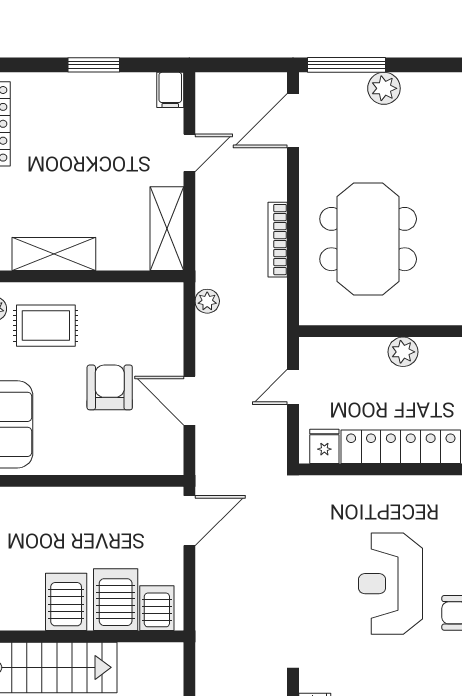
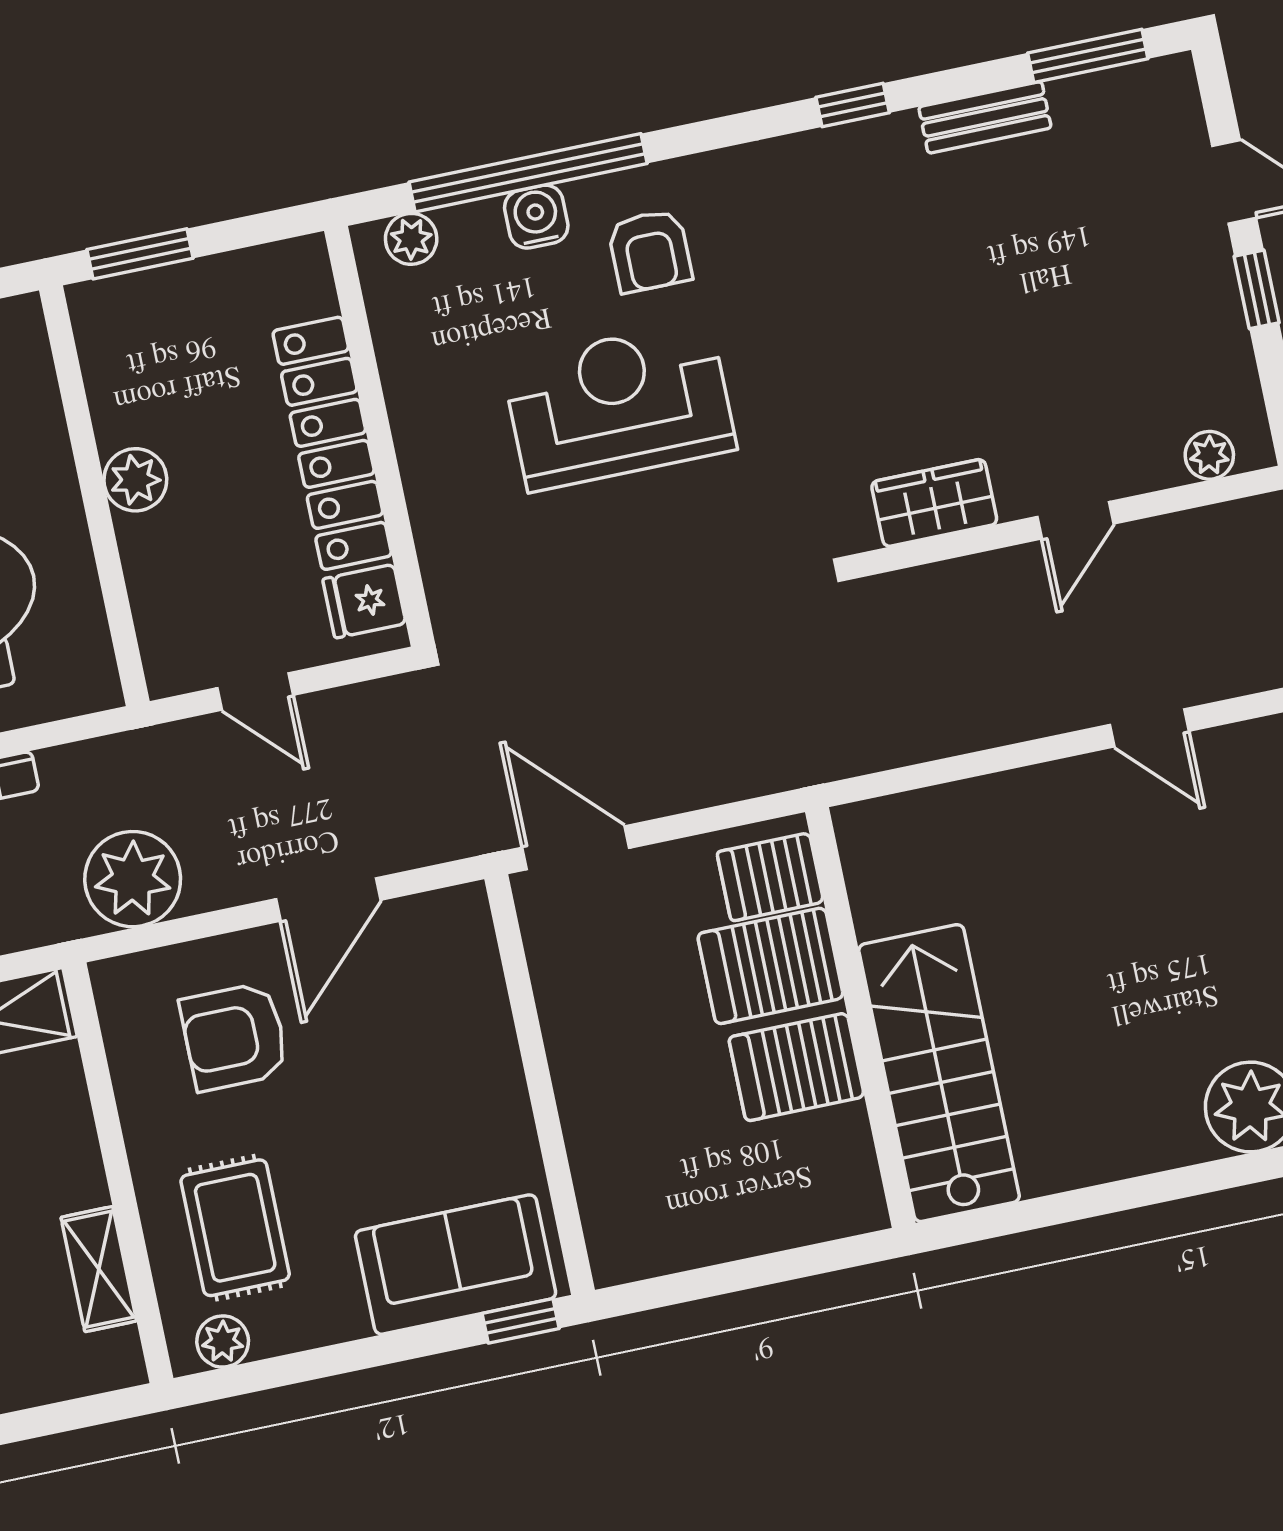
shelving: (54, 254) -> (99, 1269), width x0.67, depth x0.75
plant: (207, 301) -> (133, 879), width x1.88, depth x1.88
armchair: (110, 387) -> (234, 1037), moved
reception desk: (391, 584) -> (619, 406), turned 180

